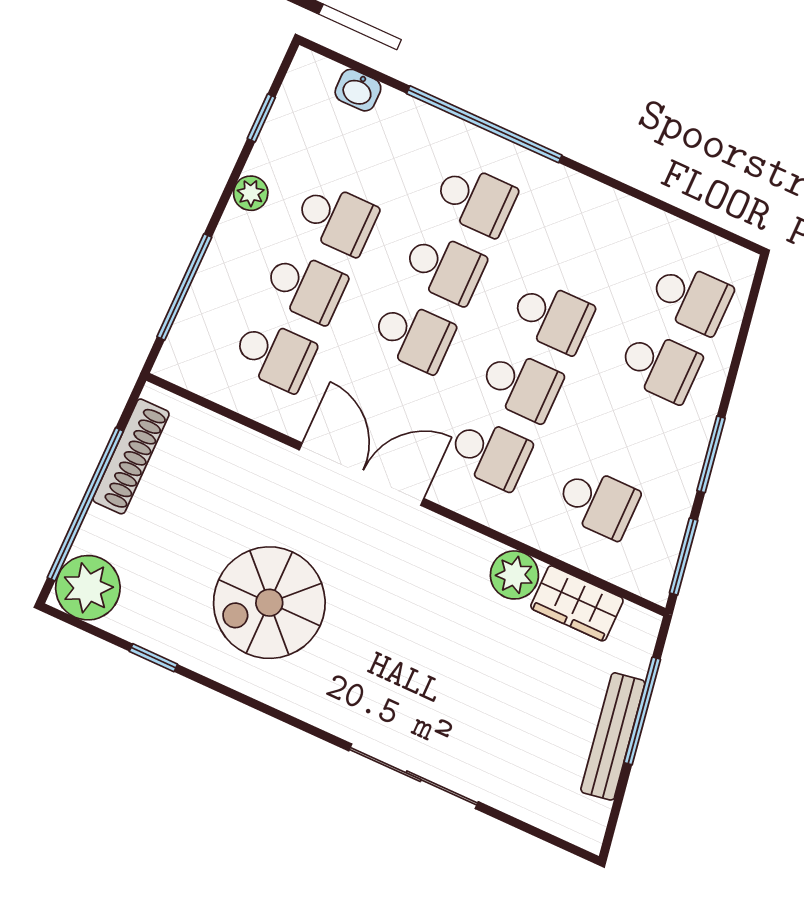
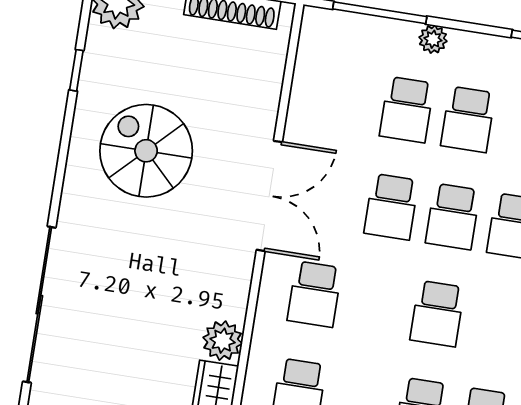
plant: (251, 193) -> (433, 39), moved
school desk: (274, 355) -> (345, 100), removed
school desk: (521, 385) -> (376, 304), removed
sliding door: (414, 776) -> (39, 305), width x1.36

